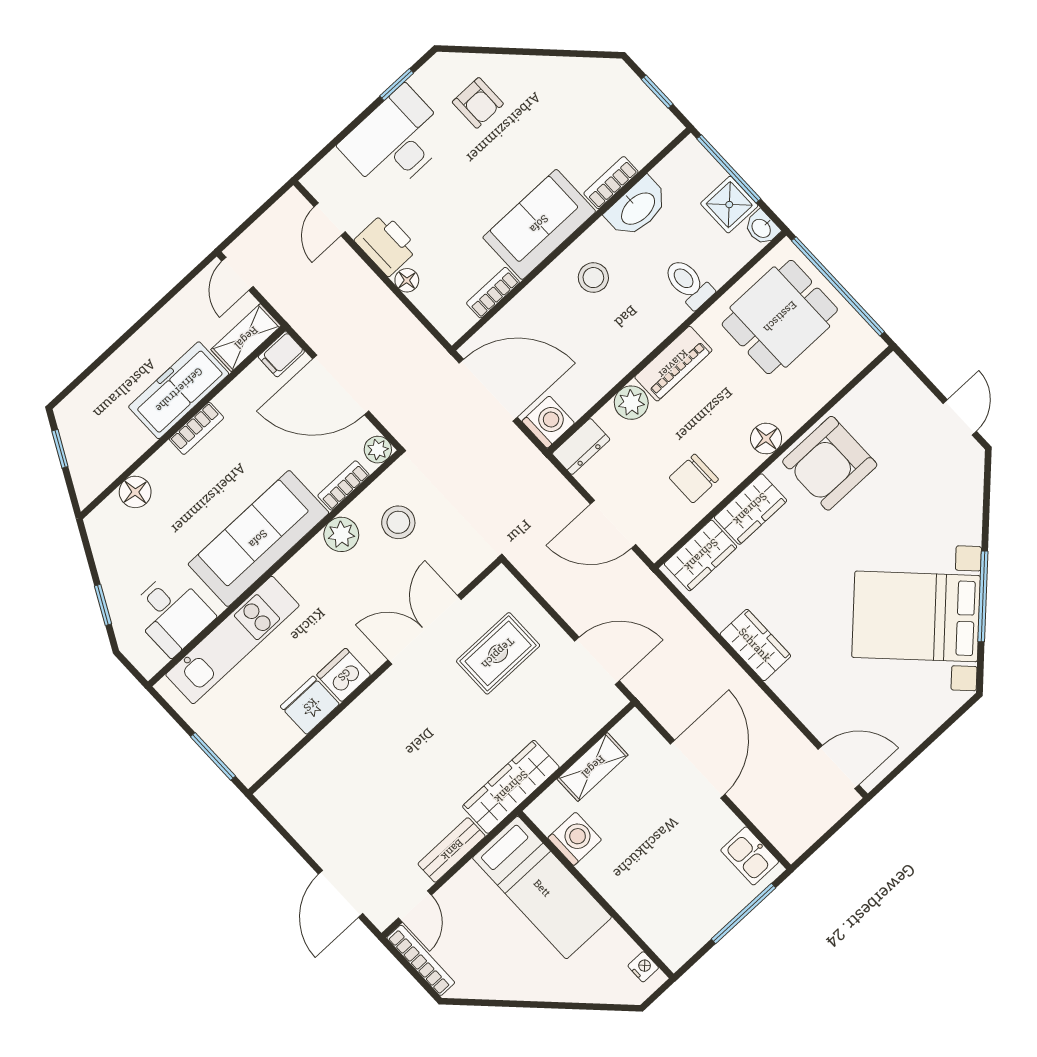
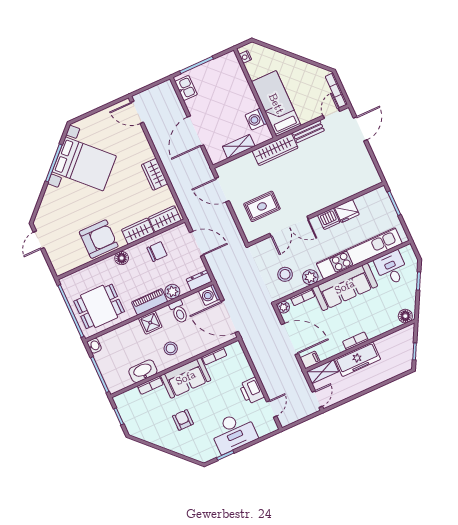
armchair: (478, 103) -> (183, 420), moved
shower: (729, 205) -> (150, 323), moved
floor lamp: (407, 280) -> (248, 373), removed
toilet: (688, 283) -> (179, 312), moved
floor lamp: (135, 492) -> (405, 316), moved
kitchen unit: (232, 640) -> (359, 253), width x1.36

